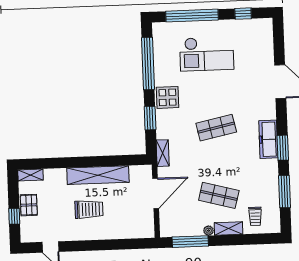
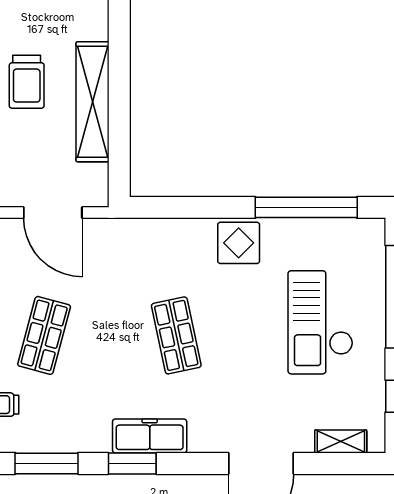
window: (150, 118) -> (200, 207), removed
shelving: (163, 153) -> (341, 441), moved

